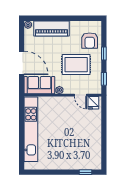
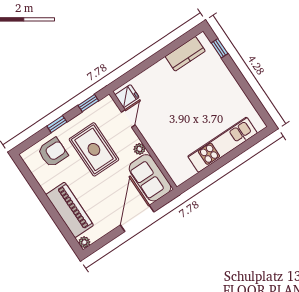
kitchen unit: (31, 129) -> (222, 145), width x0.73
kitchen counter: (95, 151) -> (185, 54), added

